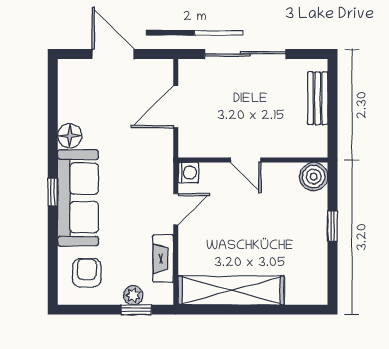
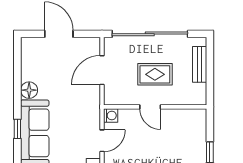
sliding door: (245, 54) -> (150, 34), width x1.36
rug: (253, 113) -> (155, 74), added
boiler: (314, 177) -> (197, 118), removed

